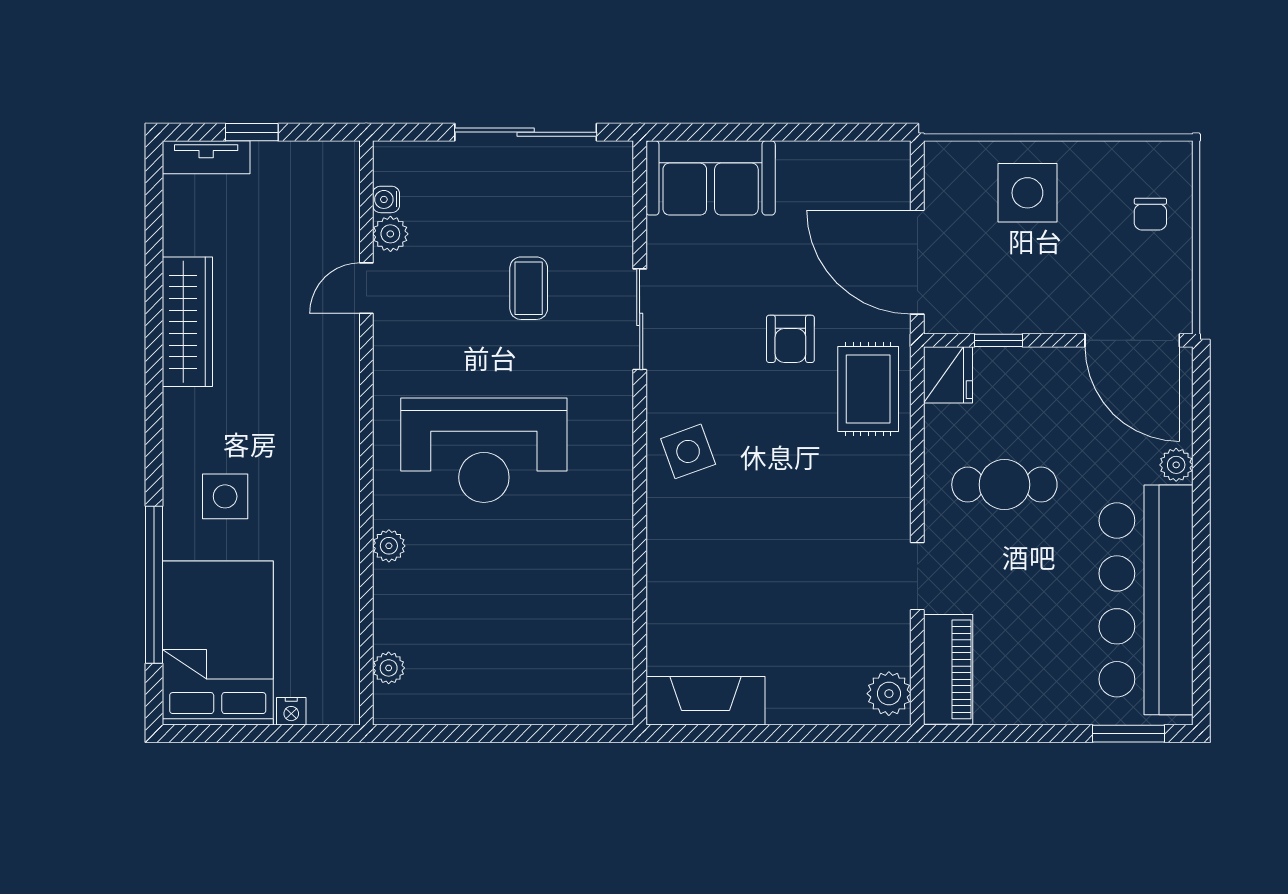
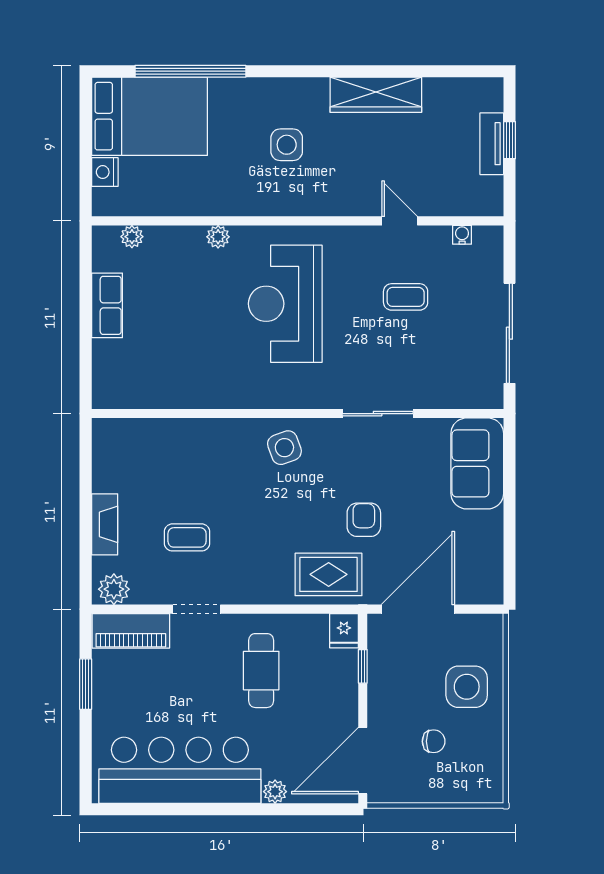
tv unit: (206, 157) -> (492, 144), moved
chair: (1150, 214) -> (434, 741), moved, turned 180
plant: (390, 234) -> (438, 238), removed
coffee table: (529, 288) -> (406, 297), moved
armchair: (790, 339) -> (364, 520), turned 90
fridge: (948, 375) -> (344, 631), width x0.72
side table: (225, 496) -> (287, 145), moved
coffee table: (816, 590) -> (187, 537), added
fireplace: (705, 701) -> (105, 524), moved, width x0.73, depth x0.76
row of seats: (486, 703) -> (107, 305), added
nightstand: (291, 711) -> (105, 172), width x1.39, depth x1.35
window: (1129, 734) -> (86, 684), moved

